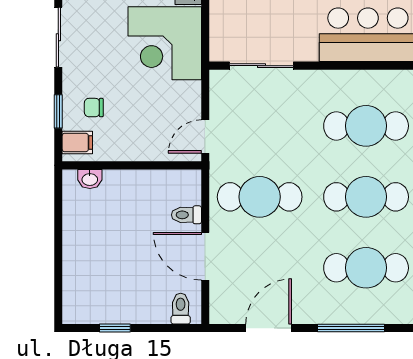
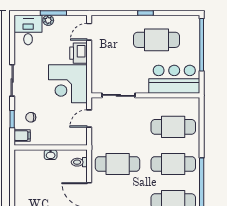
door: (205, 136) -> (89, 118), moved
washbasin: (90, 179) -> (51, 155), moved
toilet: (186, 215) -> (79, 162), moved

